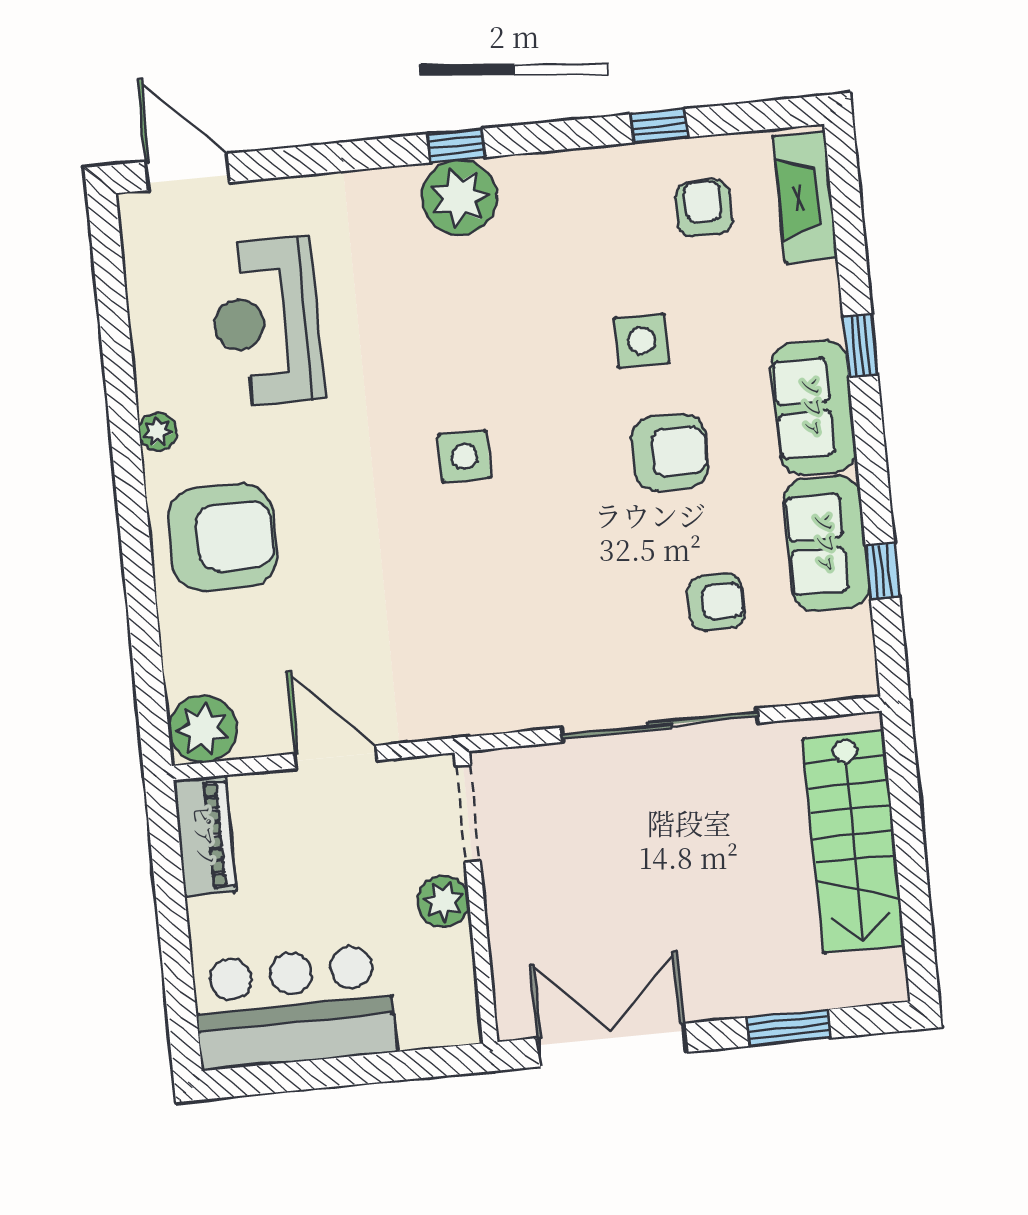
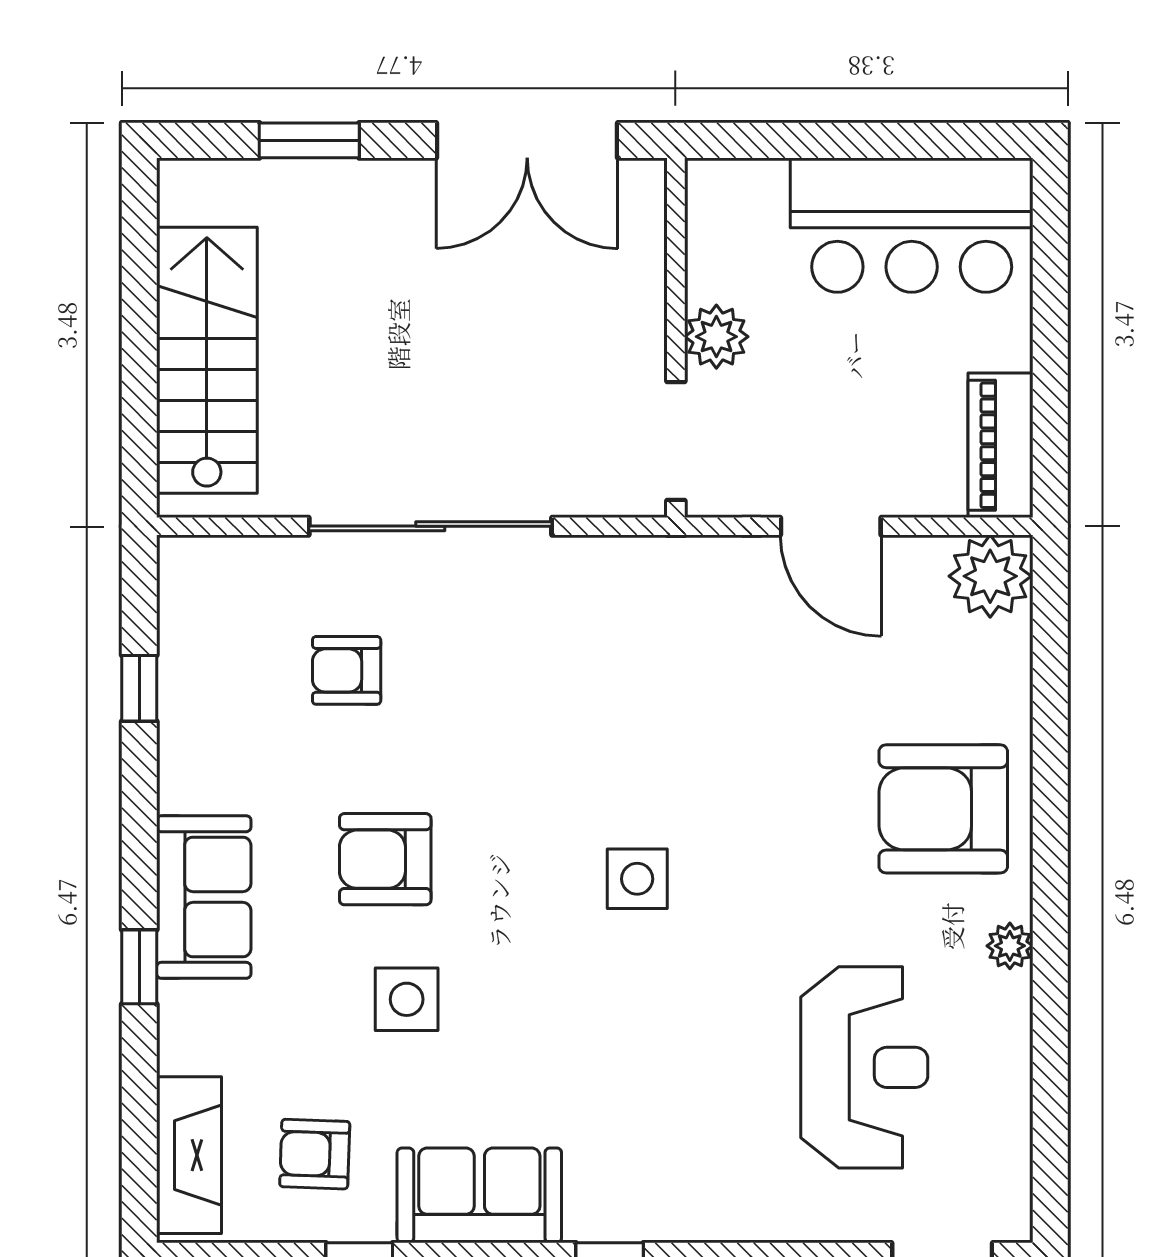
plant: (459, 197) -> (612, 1197), removed
armchair: (703, 208) -> (315, 1154), turned 92
sofa: (827, 543) -> (479, 1195), moved, turned -90

